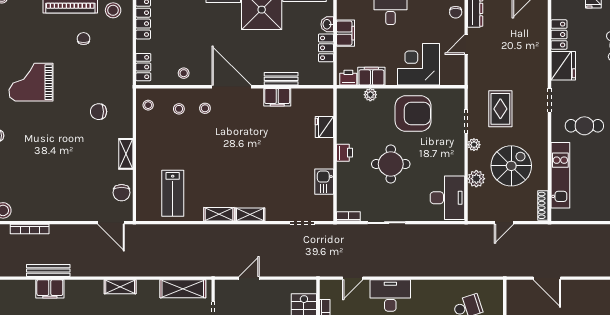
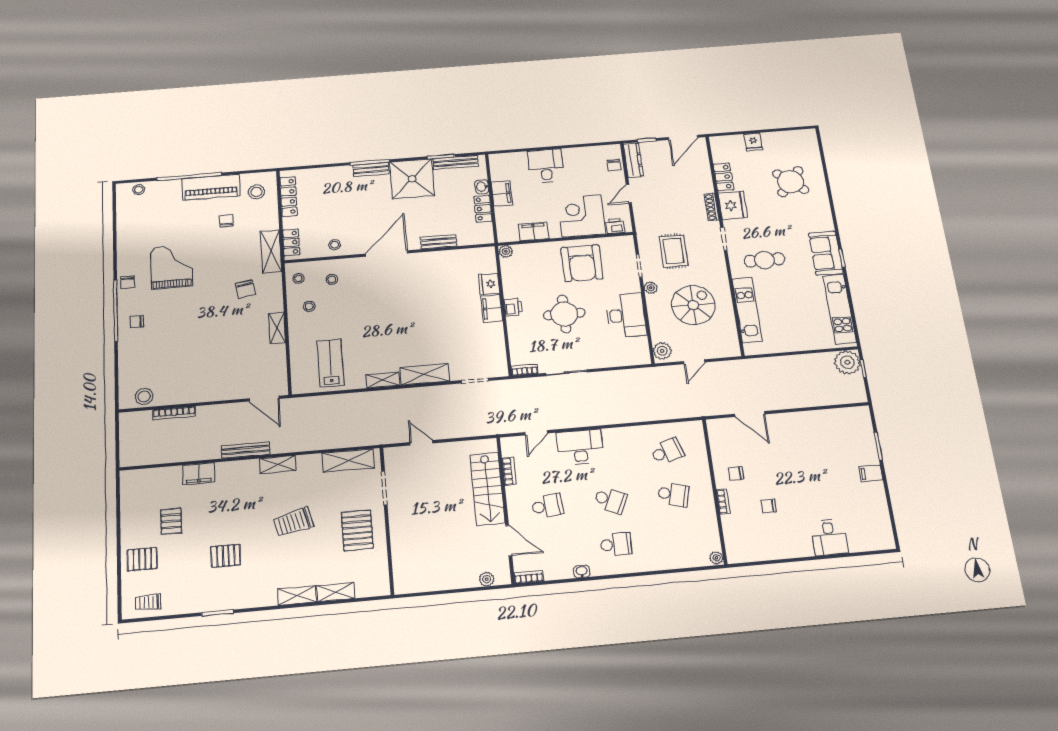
shelving: (124, 75) -> (271, 251), added
printer: (348, 78) -> (615, 226), moved
grand piano: (31, 82) -> (172, 267), turned 90
door: (232, 87) -> (387, 254), hinge flipped
plant: (370, 95) -> (506, 251), moved
filing cabinet: (277, 97) -> (492, 308), moved, turned 90
stool: (205, 108) -> (309, 306), moved
chair: (99, 112) -> (245, 289), turned -100
armchair: (413, 114) -> (582, 263), turned 90
plant: (476, 179) -> (662, 351), moved
kitchen sink: (324, 182) -> (494, 338), removed
chair: (122, 193) -> (274, 367), removed
lab bench: (173, 193) -> (331, 363), turned 180
desk: (447, 198) -> (626, 315), moved
shoe rack: (543, 205) -> (712, 207), moved
shelving: (250, 214) -> (425, 374), width x1.50, depth x1.33
bench: (48, 271) -> (246, 450), moved
door: (249, 278) -> (421, 443), hinge flipped

